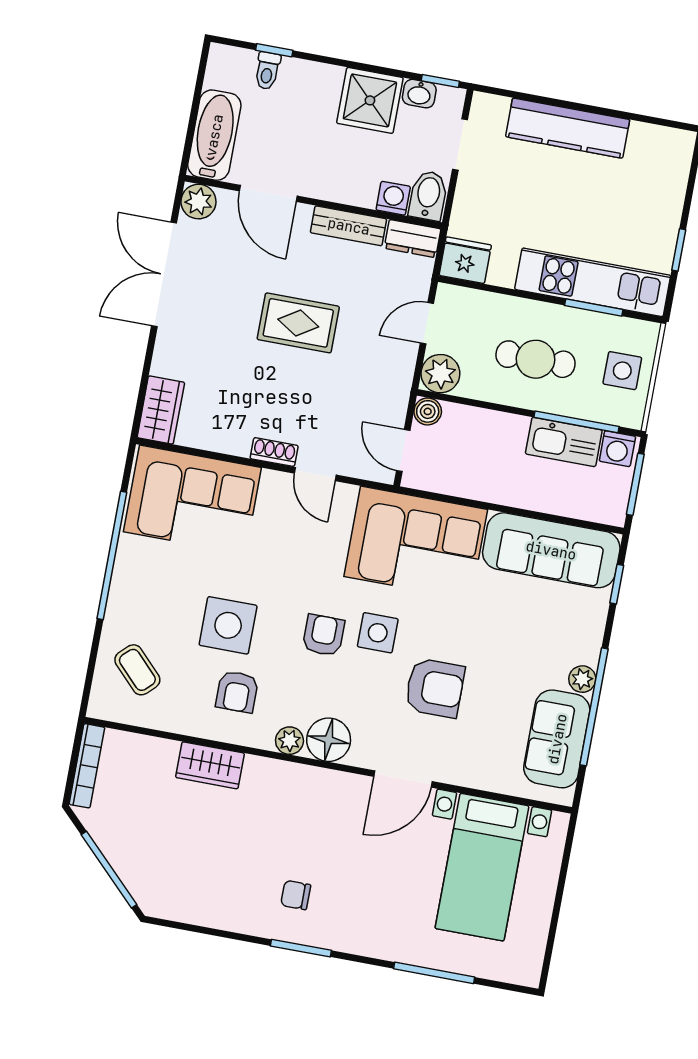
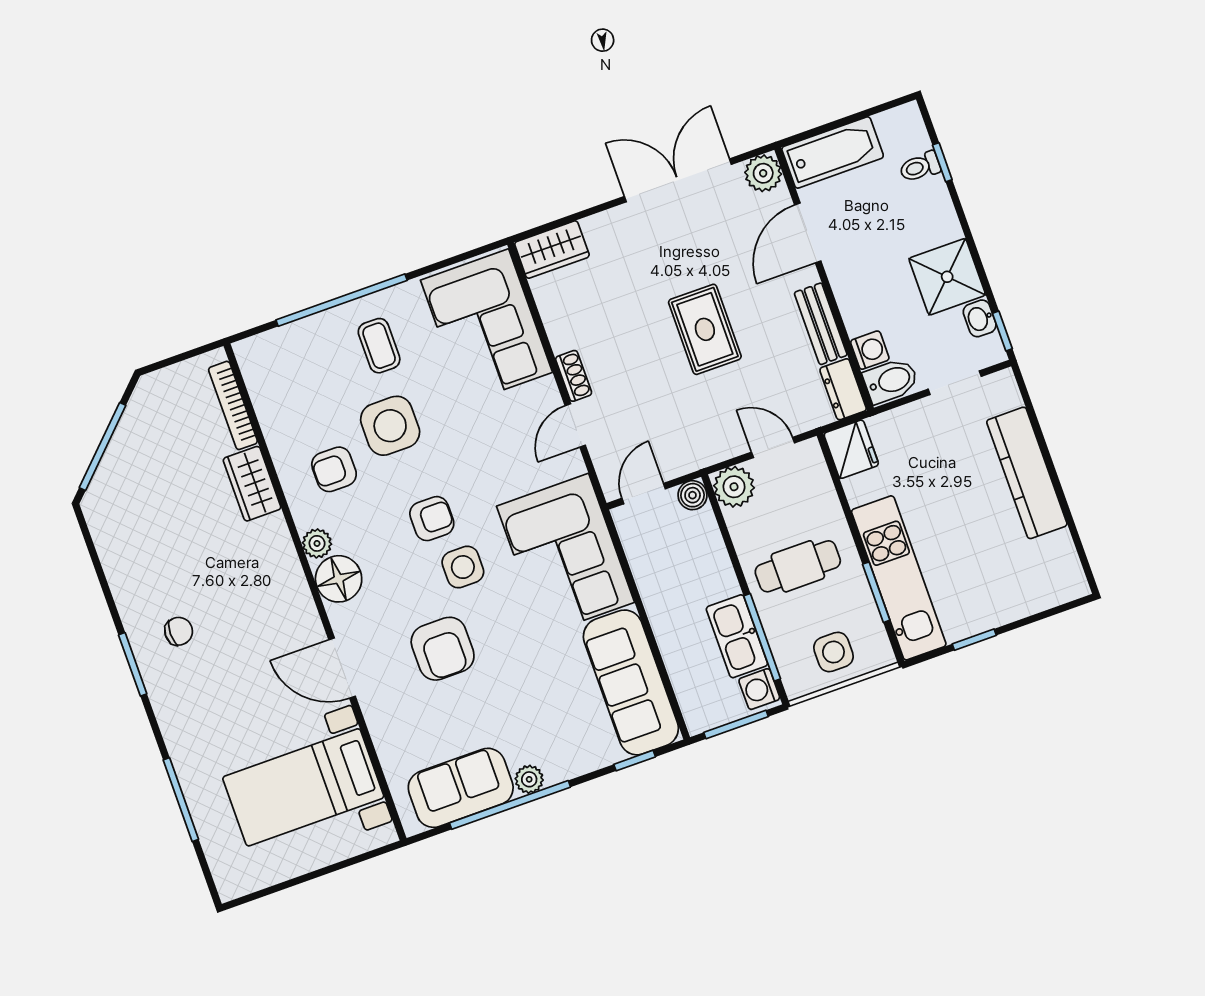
cafe table: (536, 359) -> (798, 566), turned 90
window: (112, 555) -> (342, 300), moved
coffee table: (137, 670) -> (379, 346), moved, turned -46
bookcase: (87, 766) -> (233, 405), moved, turned 90
chair: (296, 895) -> (179, 631), turned 90

